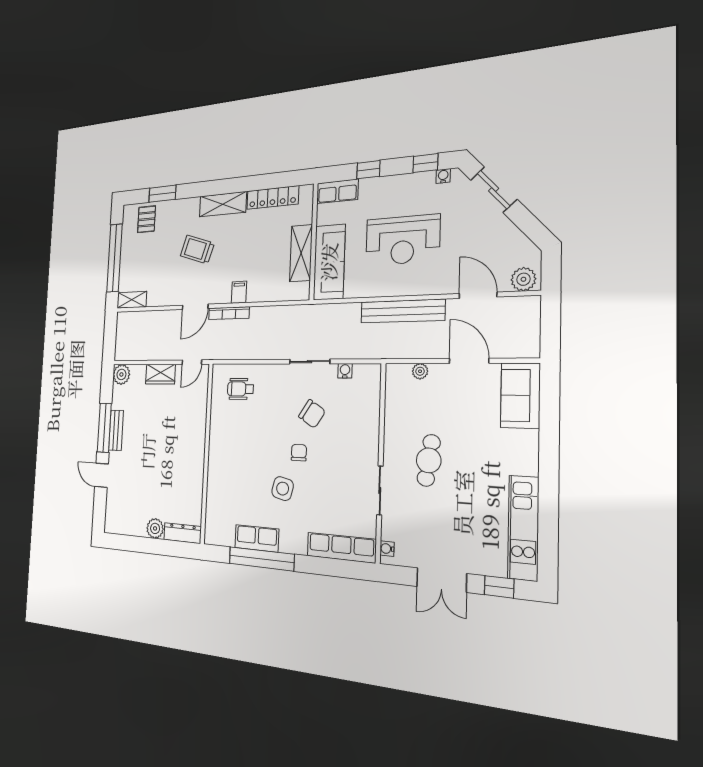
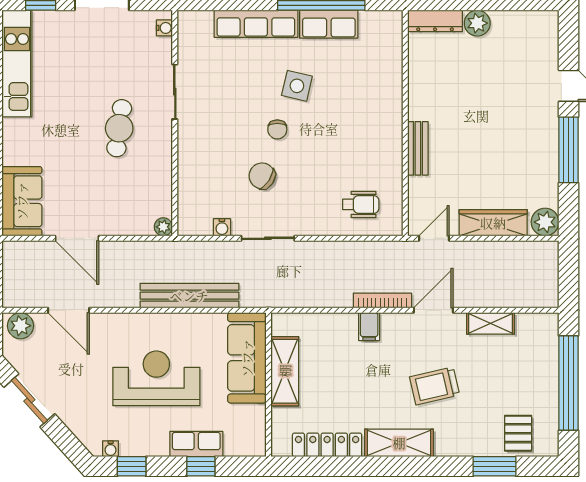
sliding door: (494, 190) -> (29, 400), moved
row of seats: (337, 191) -> (196, 444), moved
trolley: (197, 249) -> (435, 386), turned 149
shelving: (132, 300) -> (490, 323), moved
bench: (402, 311) -> (189, 296), moved
plant: (420, 371) -> (163, 227), moved
wardrobe: (160, 374) -> (493, 223), width x1.50
bench: (116, 430) -> (418, 148), moved
row of seats: (341, 548) -> (256, 24), moved

